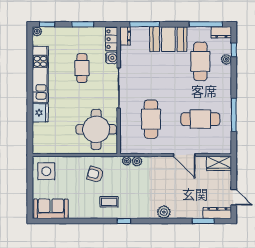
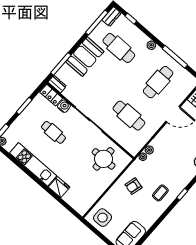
plant: (226, 59) -> (151, 45), moved
round table: (96, 129) -> (104, 159), width x0.73, depth x0.73

